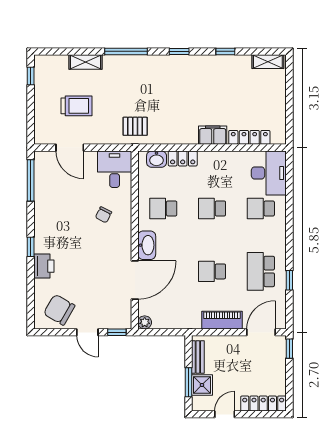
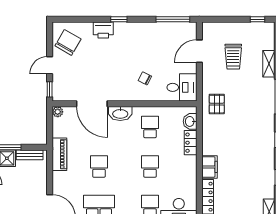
piano: (222, 320) -> (59, 154), moved

